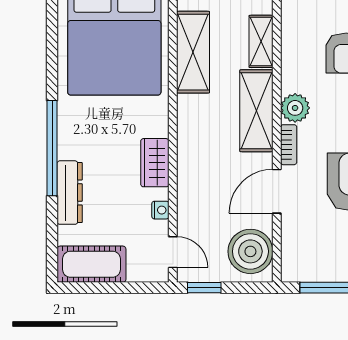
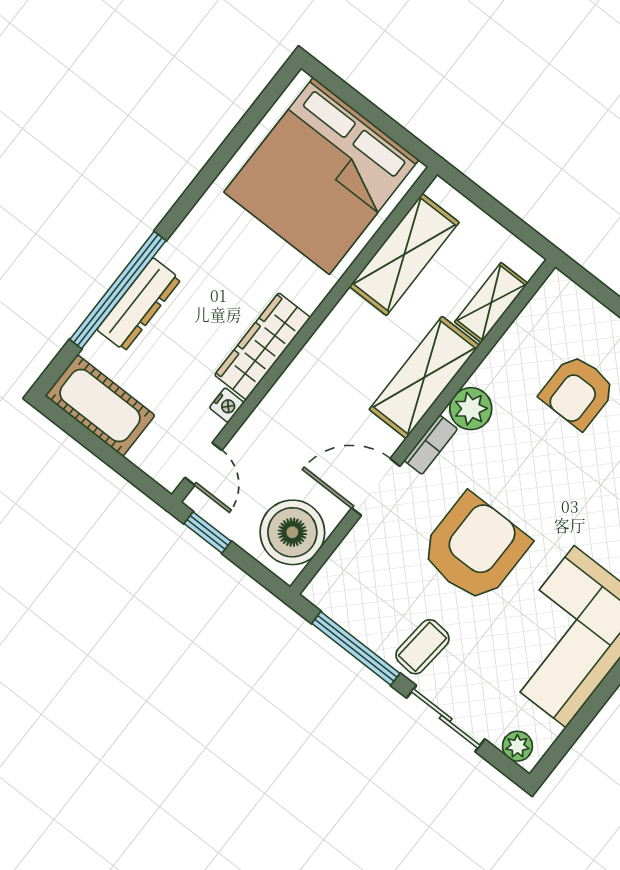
window: (52, 148) -> (118, 290), moved
wardrobe: (155, 163) -> (262, 346), width x1.50

